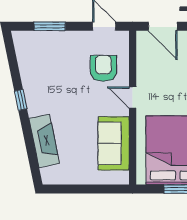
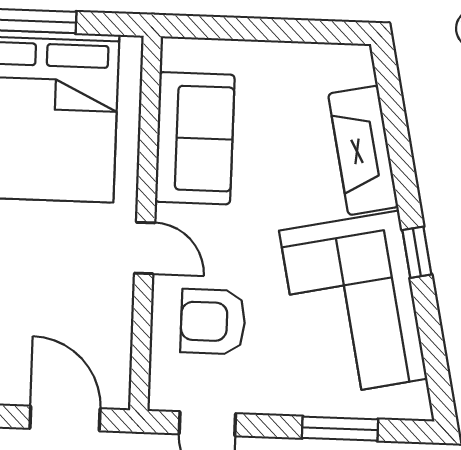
armchair: (103, 68) -> (213, 322), turned 90
corner sofa: (46, 77) -> (353, 305), added

